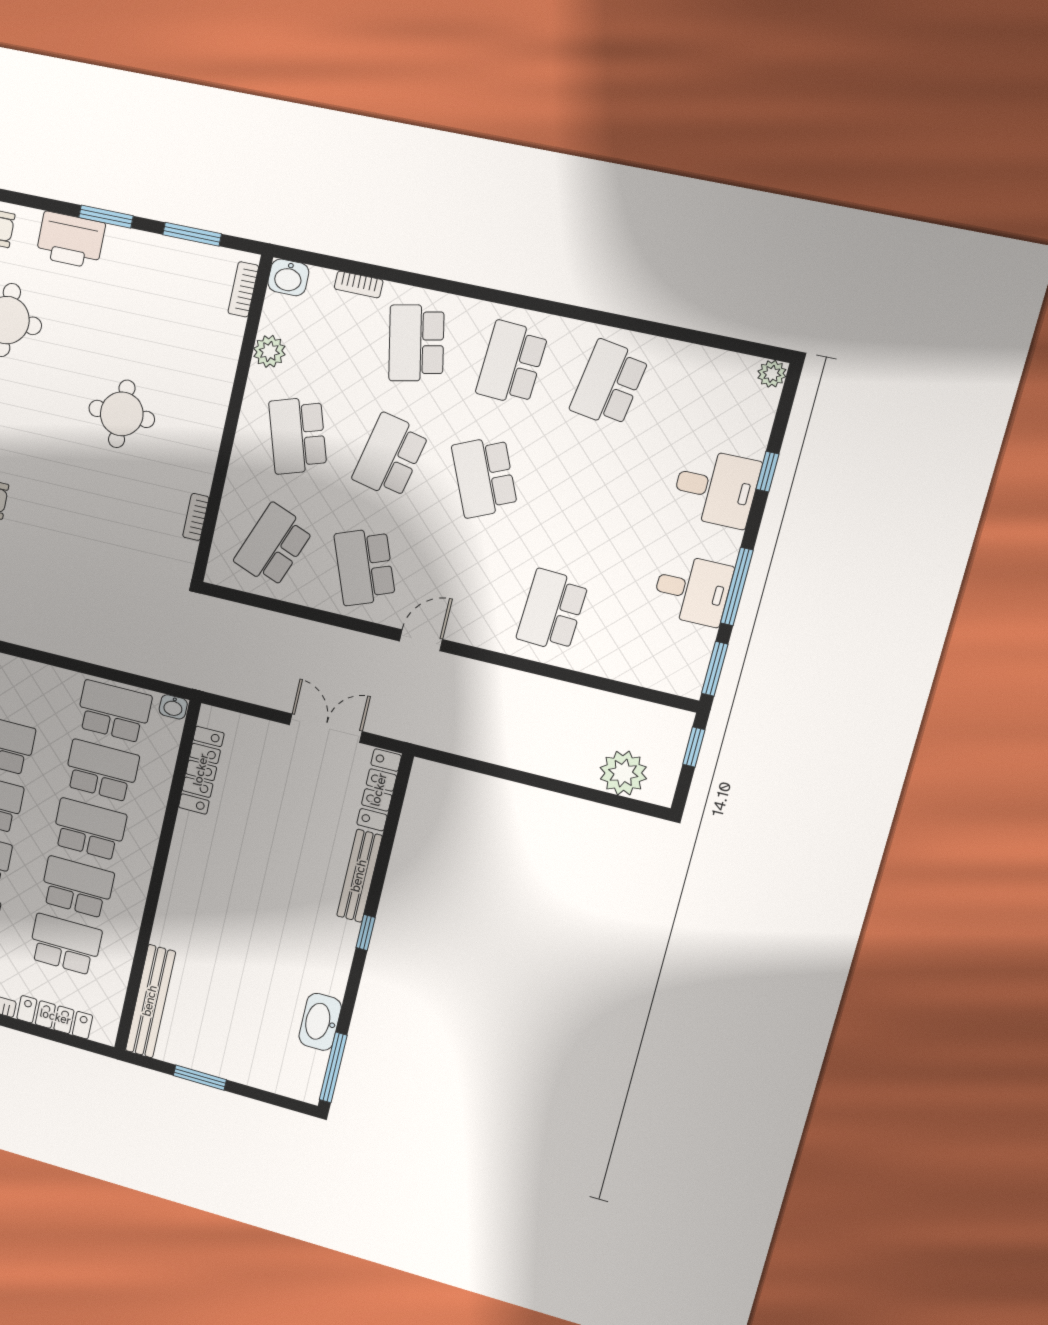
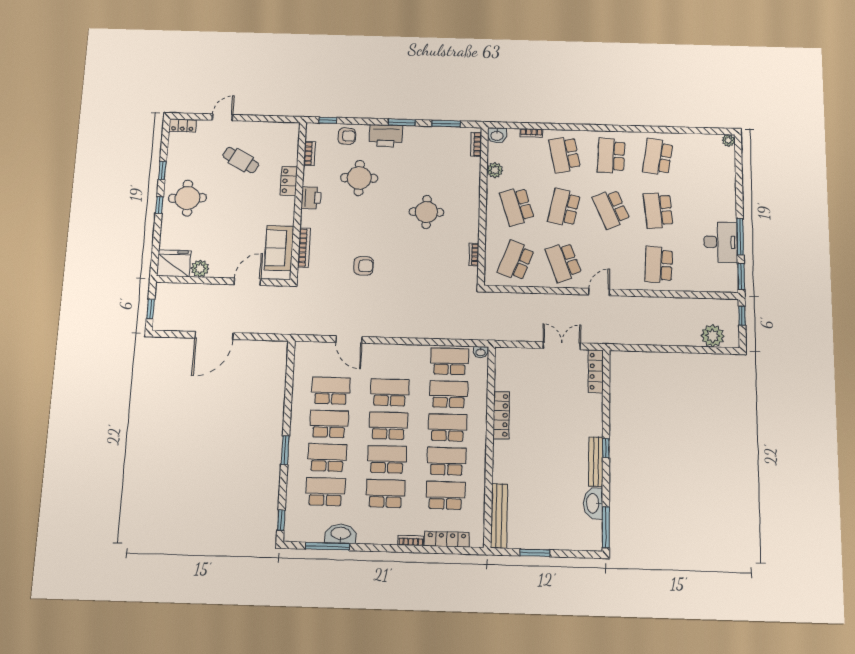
window: (767, 472) -> (739, 183), removed
desk: (716, 488) -> (718, 194), removed
school desk: (580, 498) -> (658, 210), added
desk: (692, 590) -> (721, 242), width x1.37
locker: (201, 770) -> (501, 415), moved
bench: (359, 876) -> (596, 462), moved

